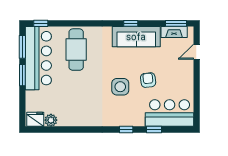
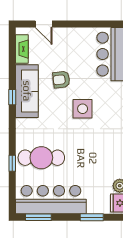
window: (41, 23) -> (12, 163), moved
window: (176, 23) -> (12, 47), removed
window: (22, 75) -> (92, 217), moved
armchair: (148, 80) -> (61, 80), moved

